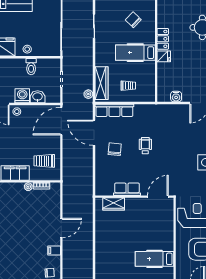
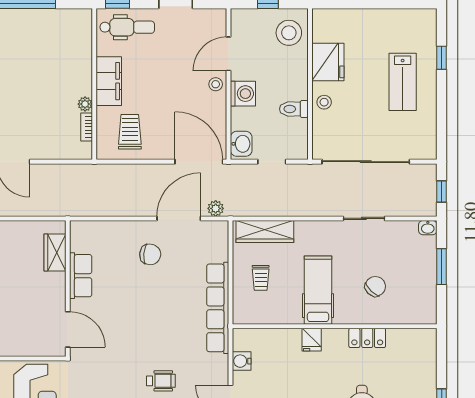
locker: (163, 39) -> (367, 338), moved
plant: (88, 94) -> (216, 208), moved
washbasin: (38, 97) -> (241, 144), moved
row of seats: (114, 110) -> (218, 308), moved, width x1.36
wheelchair: (145, 146) -> (161, 381), moved

